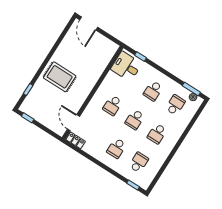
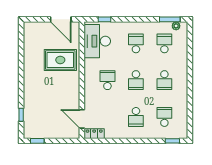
door: (89, 23) -> (61, 19), moved
desk: (126, 66) -> (97, 41), width x1.37
rug: (60, 77) -> (60, 60), moved
school desk: (153, 91) -> (136, 43), turned 180
school desk: (113, 105) -> (107, 80), turned 180

